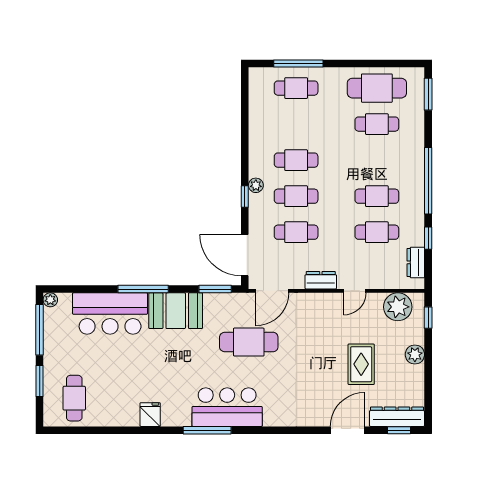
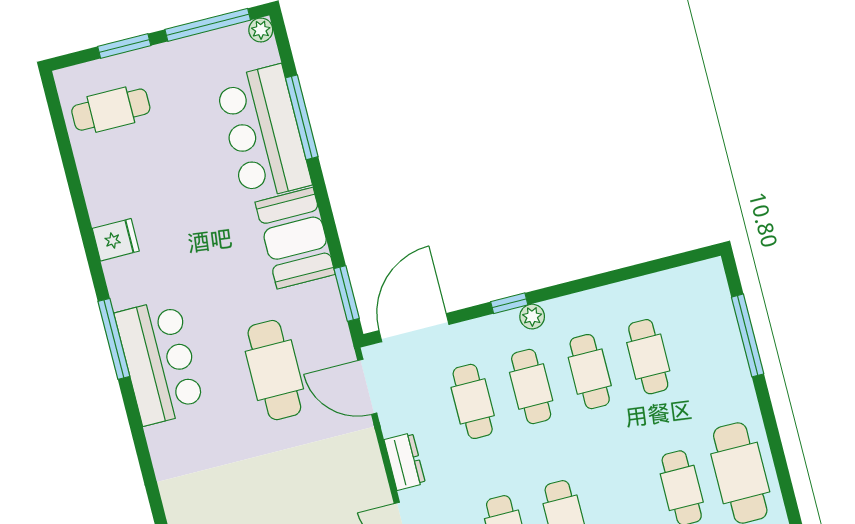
cafe table: (296, 88) -> (648, 357), moved
window: (143, 289) -> (302, 117), moved

